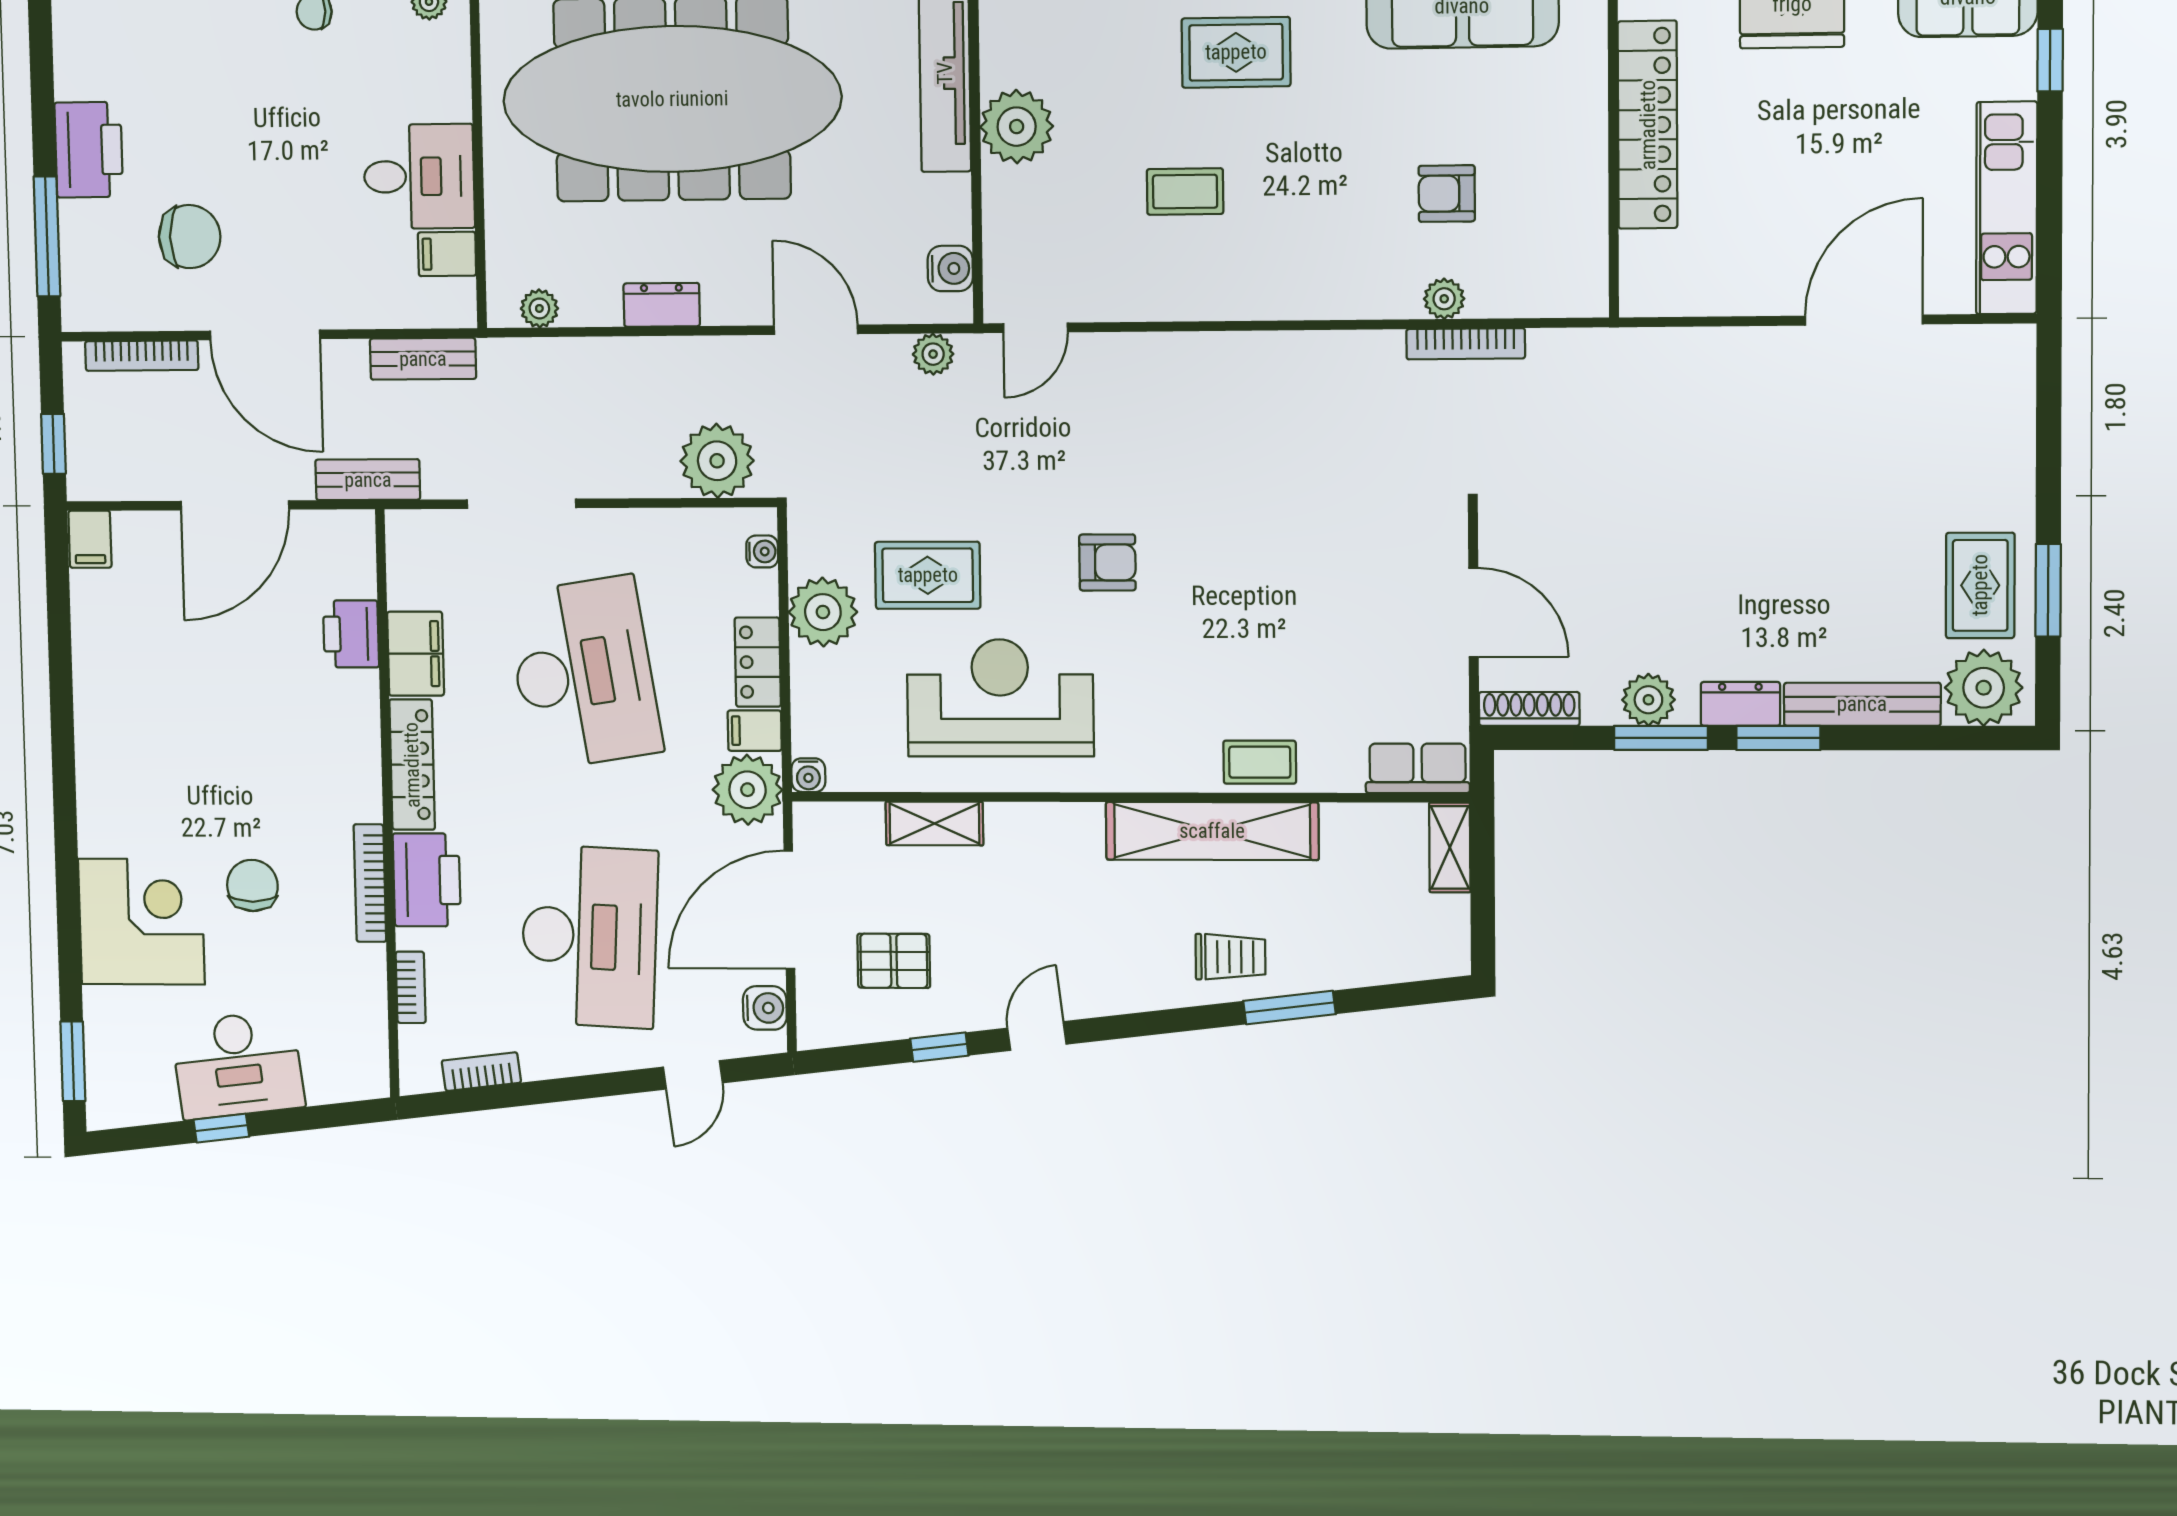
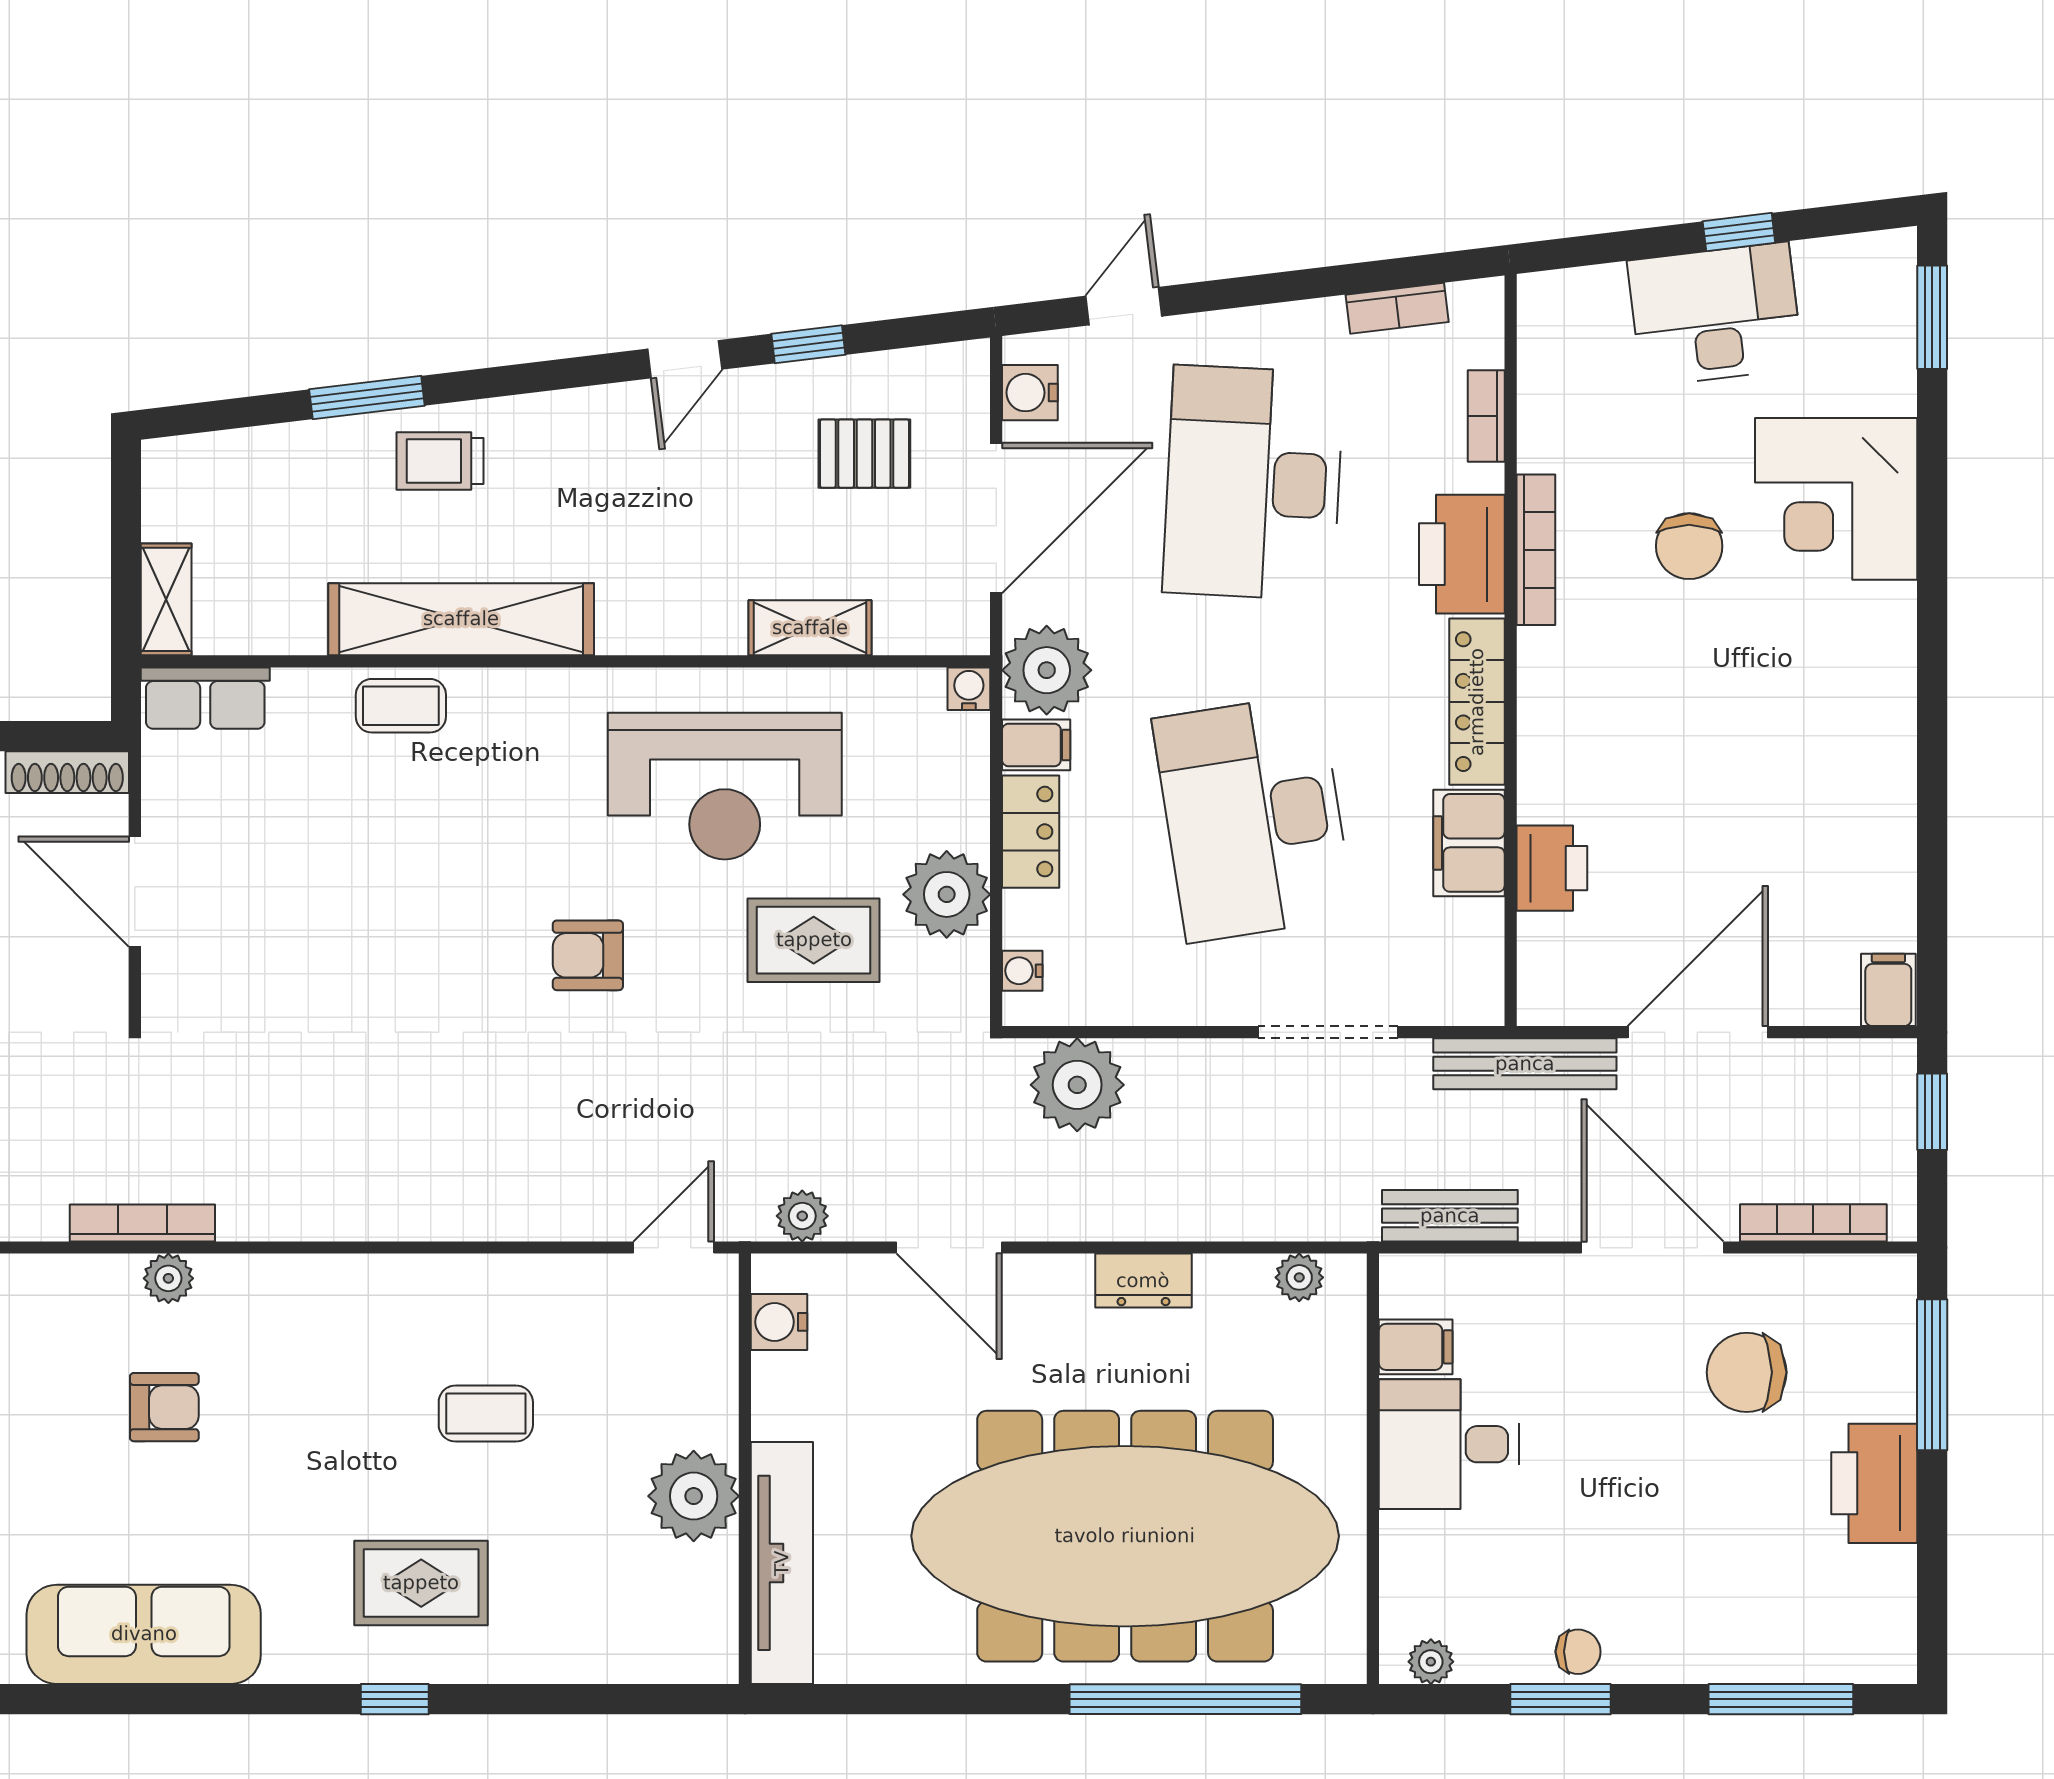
bench: (368, 480) -> (1525, 1064), width x1.36

